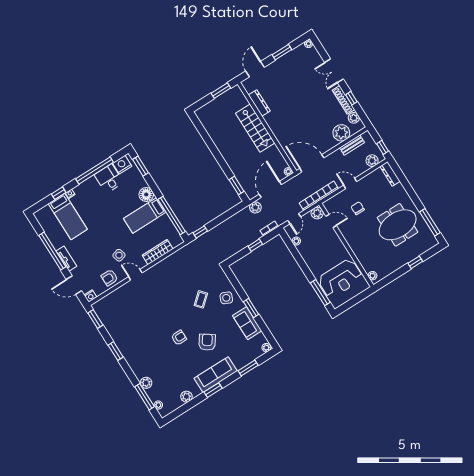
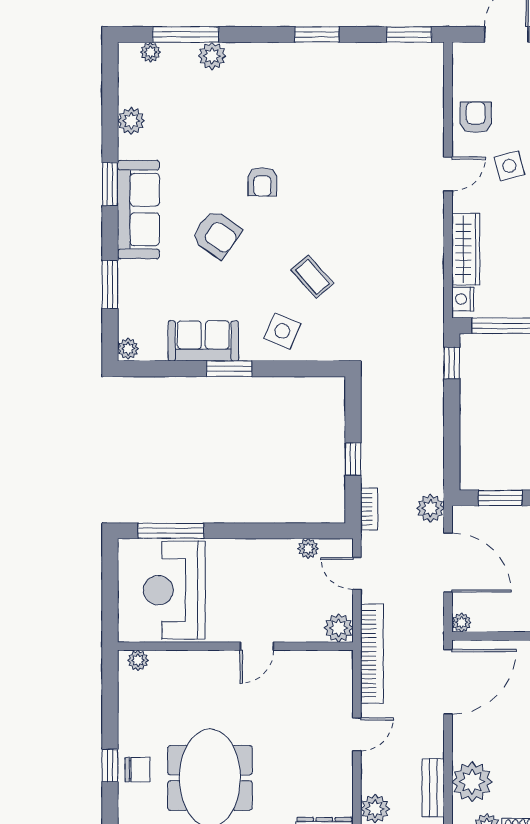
chair: (358, 208) -> (137, 770), moved
door: (331, 221) -> (257, 646), moved
nightstand: (90, 296) -> (463, 299), moved

